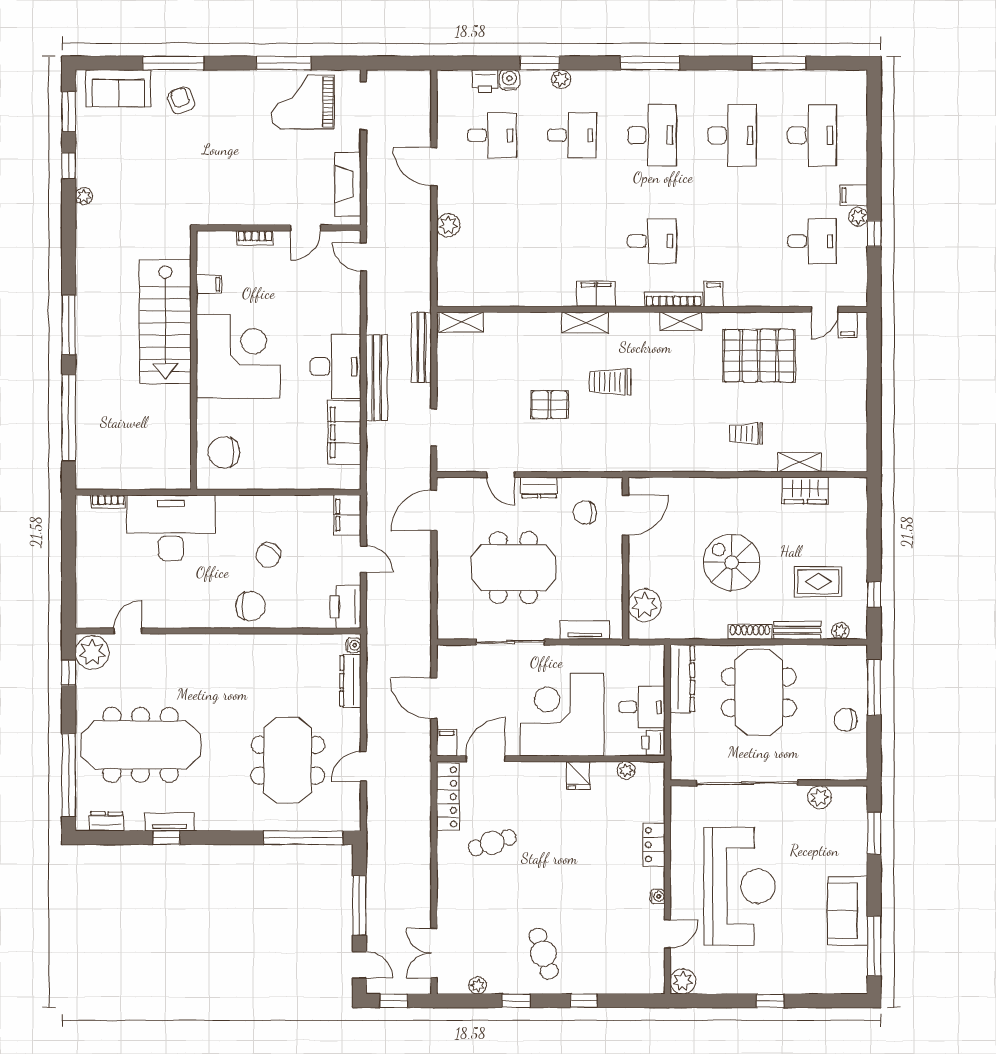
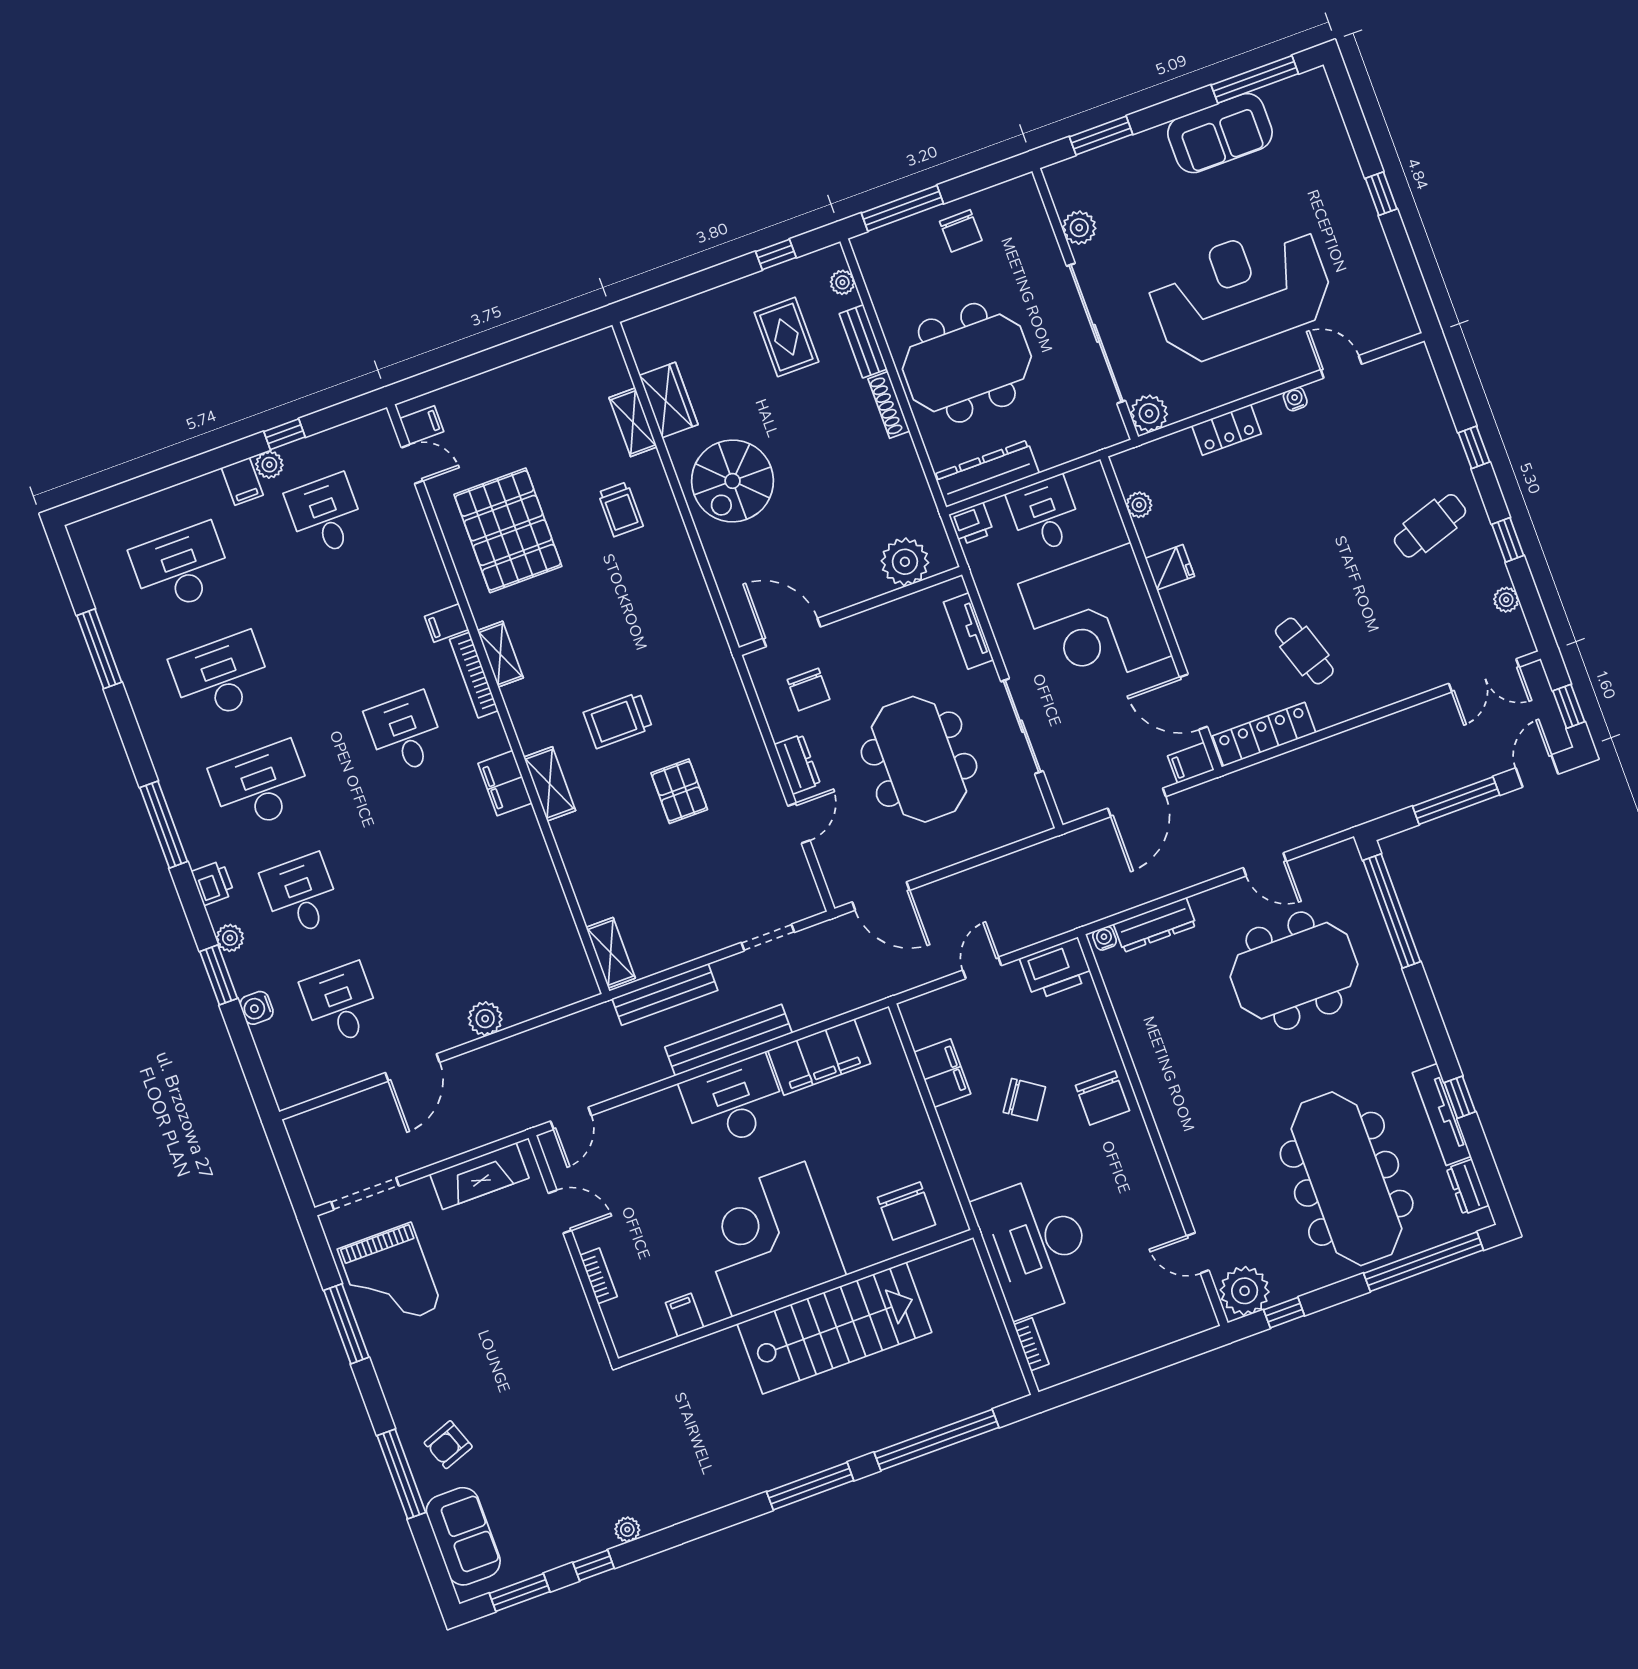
printer: (485, 81) -> (213, 883), moved
stairs: (165, 322) -> (834, 1328), moved
trolley: (610, 382) -> (618, 720), turned 90
filing cabinet: (347, 515) -> (942, 1073), moved, turned -90
spiral stairs: (732, 563) -> (733, 481), moved
chair: (251, 606) -> (1102, 1098), turned 180
printer: (653, 743) -> (971, 524), moved
tv unit: (169, 822) -> (1442, 1115), width x1.41
plant: (683, 981) -> (1149, 413), moved

